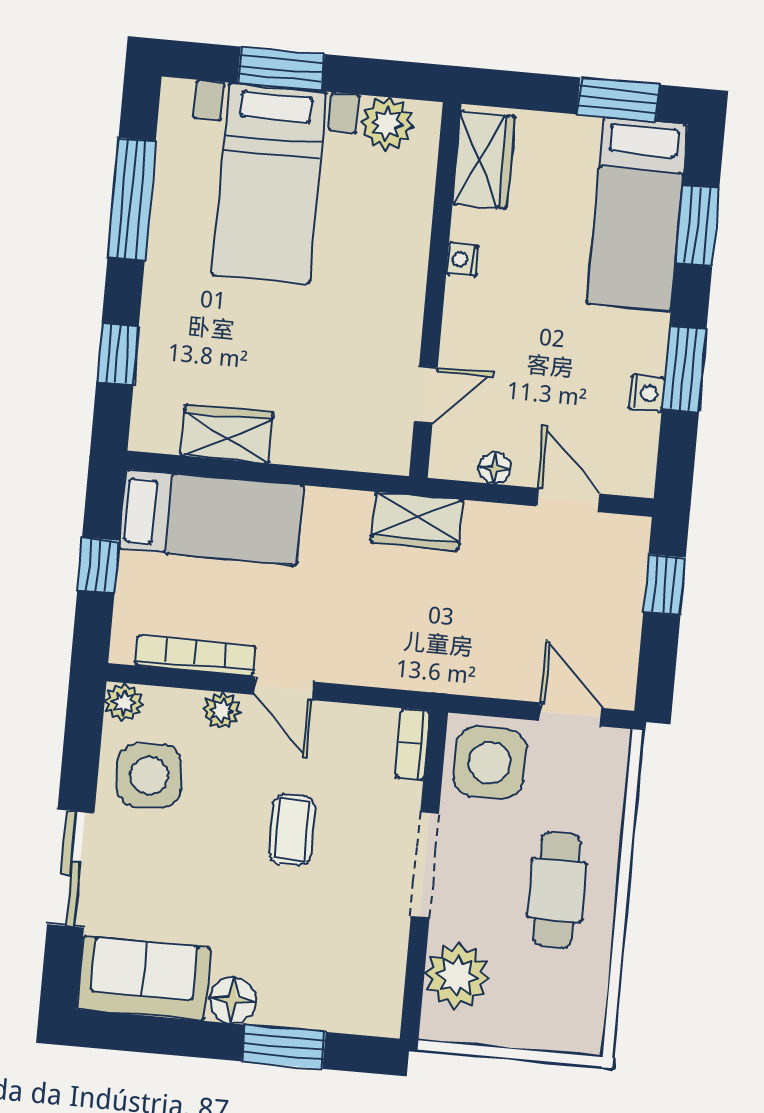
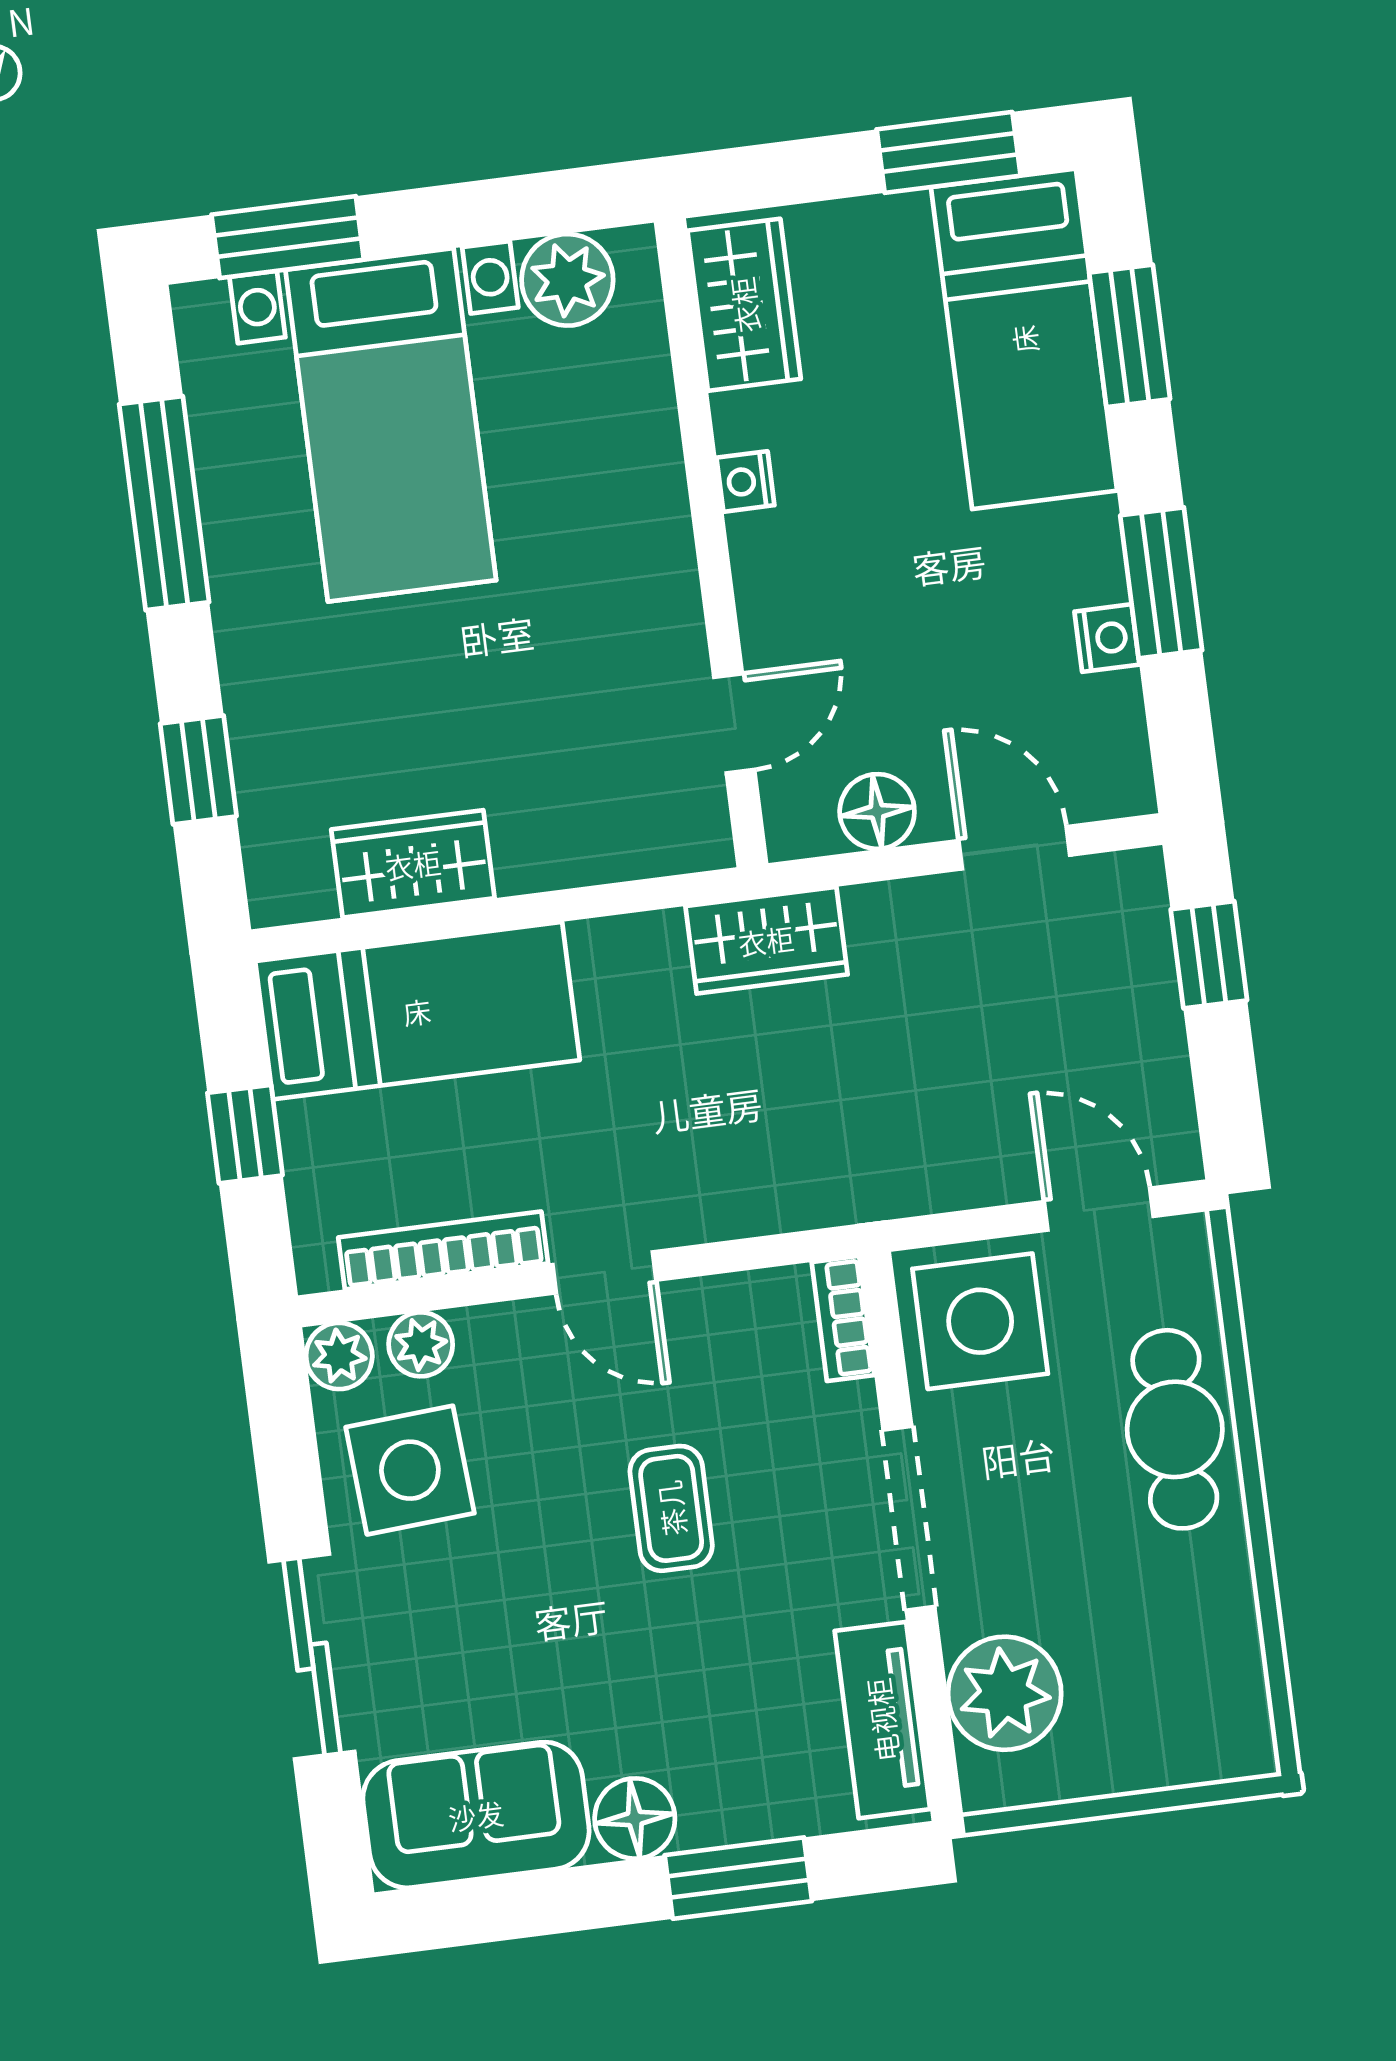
window: (281, 69) -> (288, 237), moved
floor lamp: (495, 468) -> (877, 811), width x1.37, depth x1.37
plant: (222, 710) -> (421, 1344), moved
cafe table: (557, 890) -> (1175, 1429), moved
tv unit: (385, 976) -> (882, 1720), added

